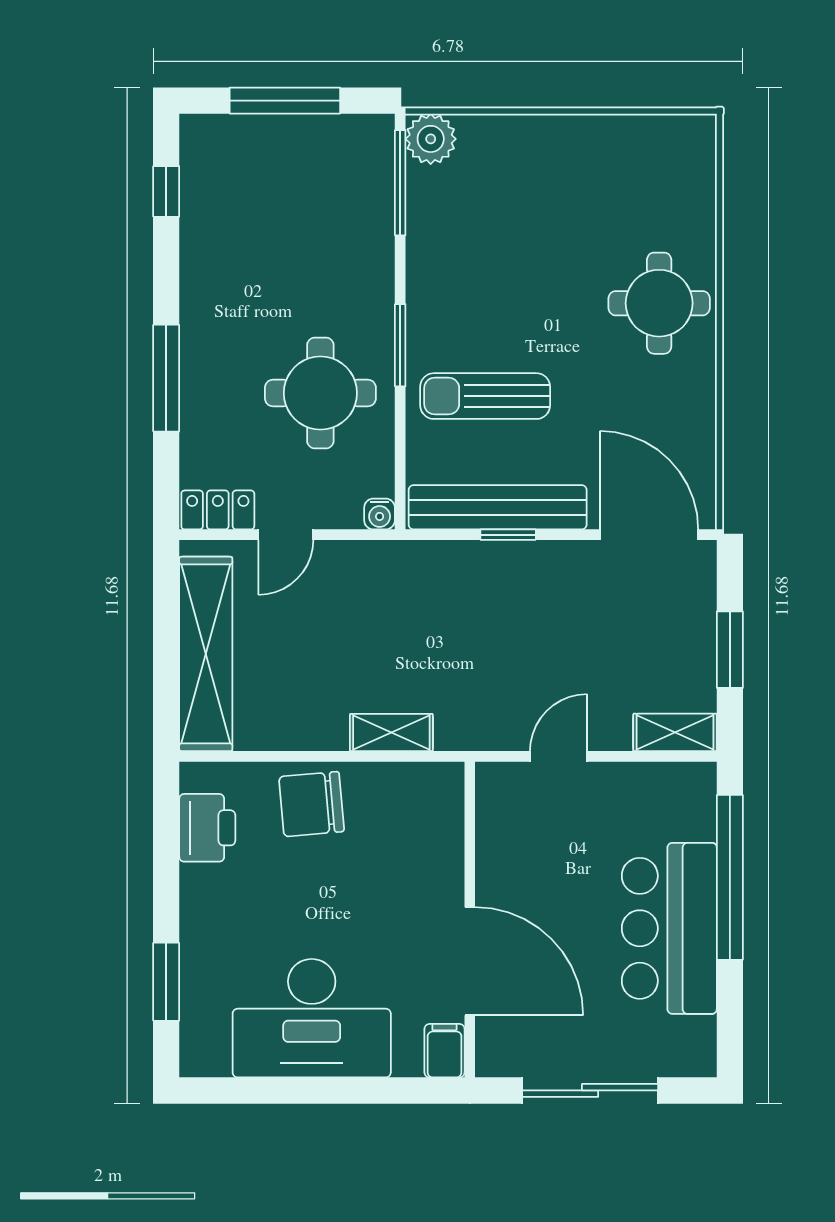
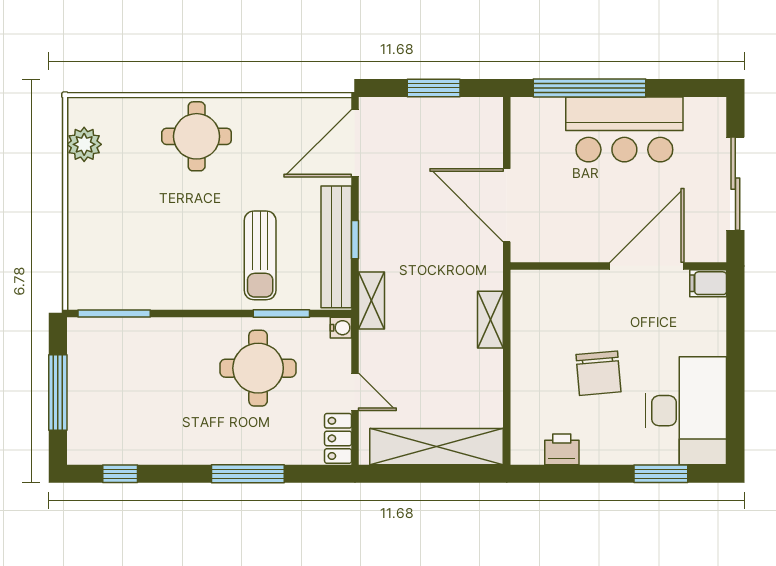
plant: (431, 139) -> (84, 144), moved
window: (400, 345) -> (281, 314), moved
shelving: (675, 732) -> (371, 300), moved
door: (558, 756) -> (507, 205), width x1.87
chair: (312, 804) -> (598, 373), moved
printer: (207, 828) -> (562, 449), width x0.73, depth x0.81
desk: (312, 1018) -> (686, 411), moved

